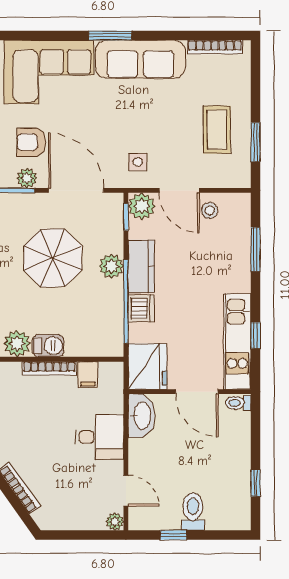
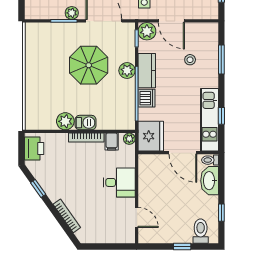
stool: (210, 210) -> (190, 60), moved
washbasin: (142, 416) -> (210, 181), moved, turned 180
toilet: (193, 512) -> (201, 231), moved
plant: (115, 522) -> (129, 139), moved
window: (173, 535) -> (182, 247), moved

